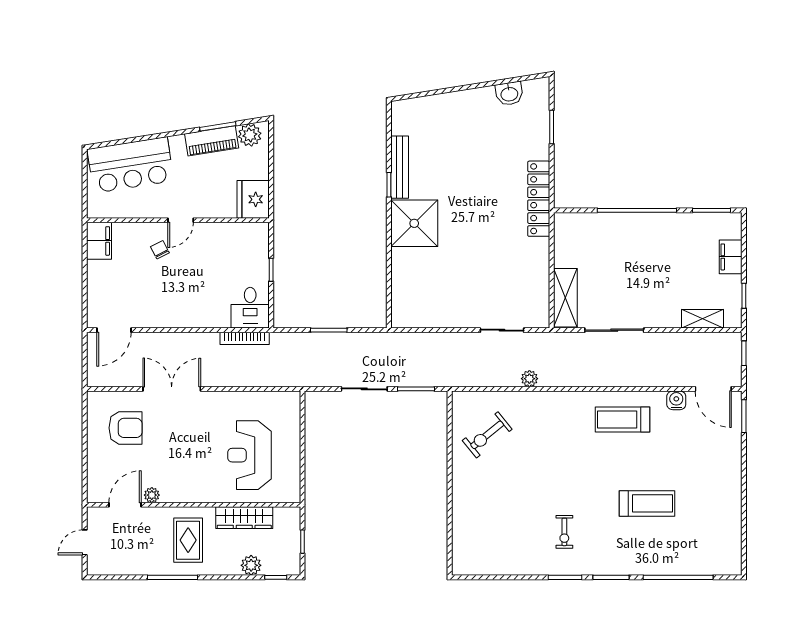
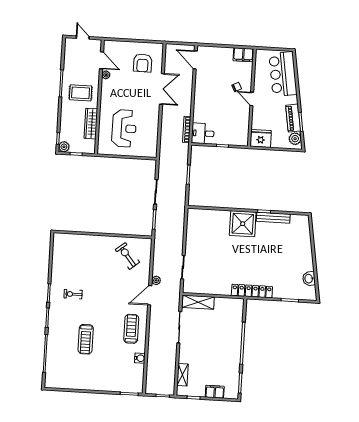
door: (713, 389) -> (150, 295), moved
reception desk: (250, 455) -> (124, 128), turned 90
plant: (251, 565) -> (64, 147), moved

